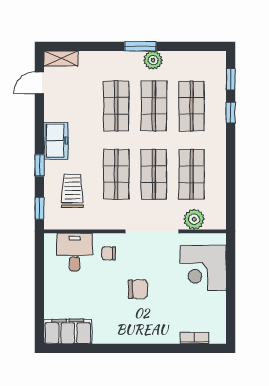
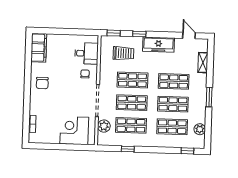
shelving: (61, 59) -> (203, 63), moved
plant: (153, 60) -> (200, 129), moved
window: (231, 112) -> (128, 149), moved
freezer: (56, 141) -> (158, 45), width x1.40
chair: (138, 289) -> (42, 83), moved

